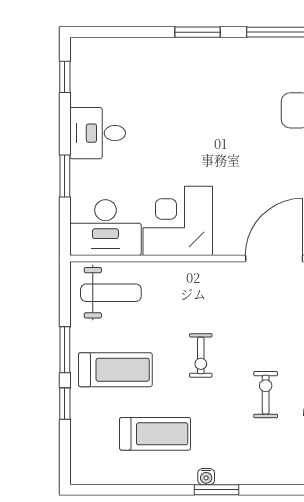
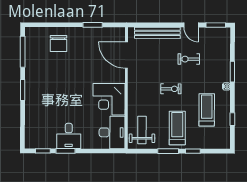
window: (65, 176) -> (65, 151), moved
window: (135, 490) -> (232, 119), added
window: (216, 490) -> (232, 72), moved

